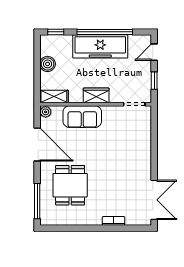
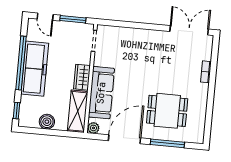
window: (154, 81) -> (73, 19), width x1.50
shelving: (54, 96) -> (78, 111), width x1.50, depth x1.33
sofa: (82, 117) -> (101, 93), width x1.36
window: (37, 201) -> (167, 143), moved

